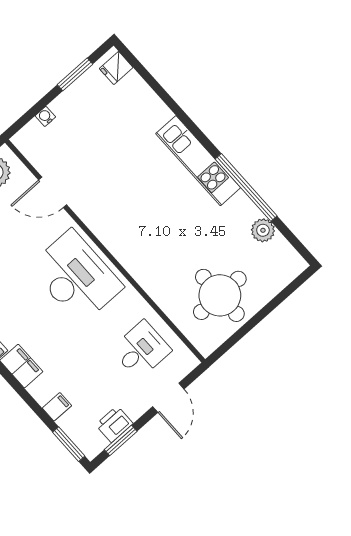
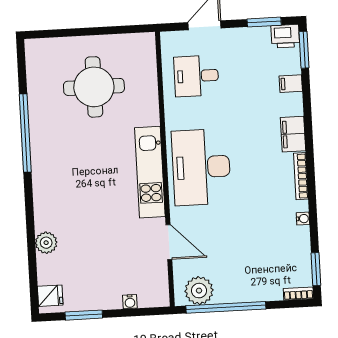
kitchen unit: (198, 161) -> (150, 172), moved, turned 180
plant: (263, 230) -> (46, 243), moved
round table: (220, 295) -> (94, 87), moved
printer: (114, 424) -> (285, 36), moved

